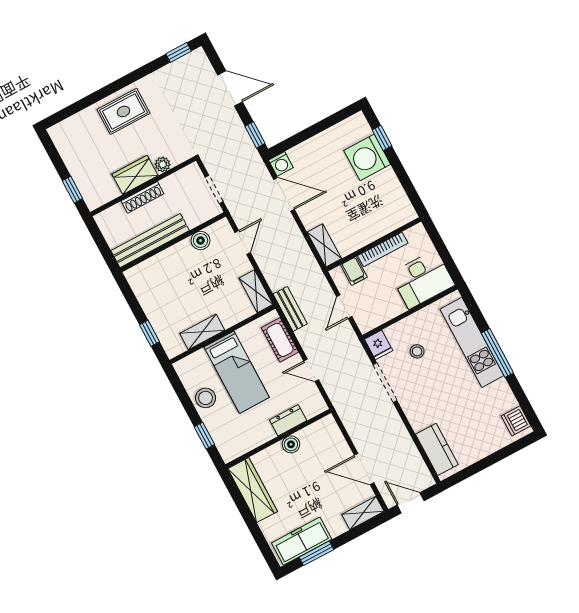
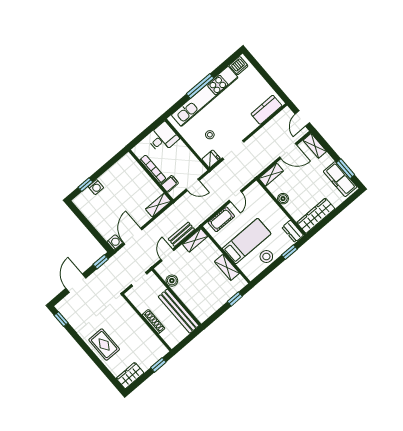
washing machine: (367, 157) -> (96, 187), width x0.53, depth x0.53
plant: (163, 164) -> (131, 314), removed
wardrobe: (135, 175) -> (130, 376), moved, turned 90
door: (243, 243) -> (167, 255), hinge flipped
desk: (422, 279) -> (163, 138), width x0.73
bench: (290, 309) -> (181, 234), moved
kitchen unit: (472, 342) -> (205, 96), width x1.36
dresser: (288, 420) -> (293, 231), moved
shelving: (333, 434) -> (271, 175), added
door: (364, 469) -> (288, 151), hinge flipped

